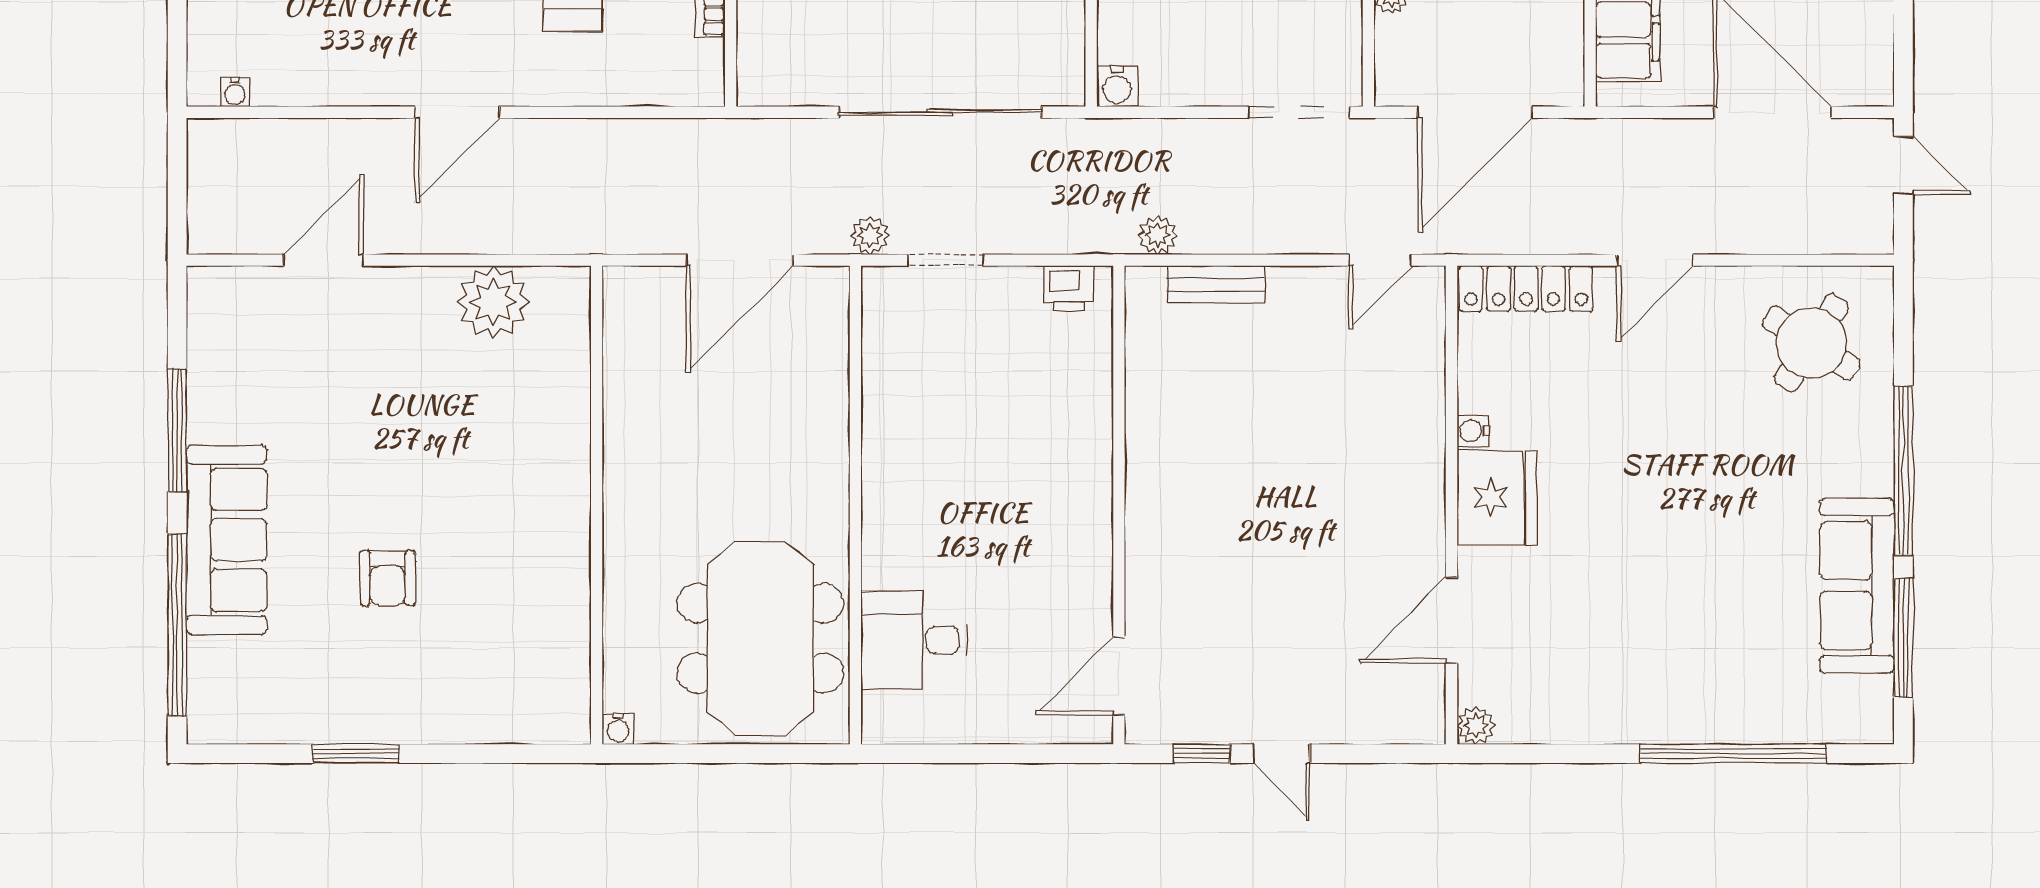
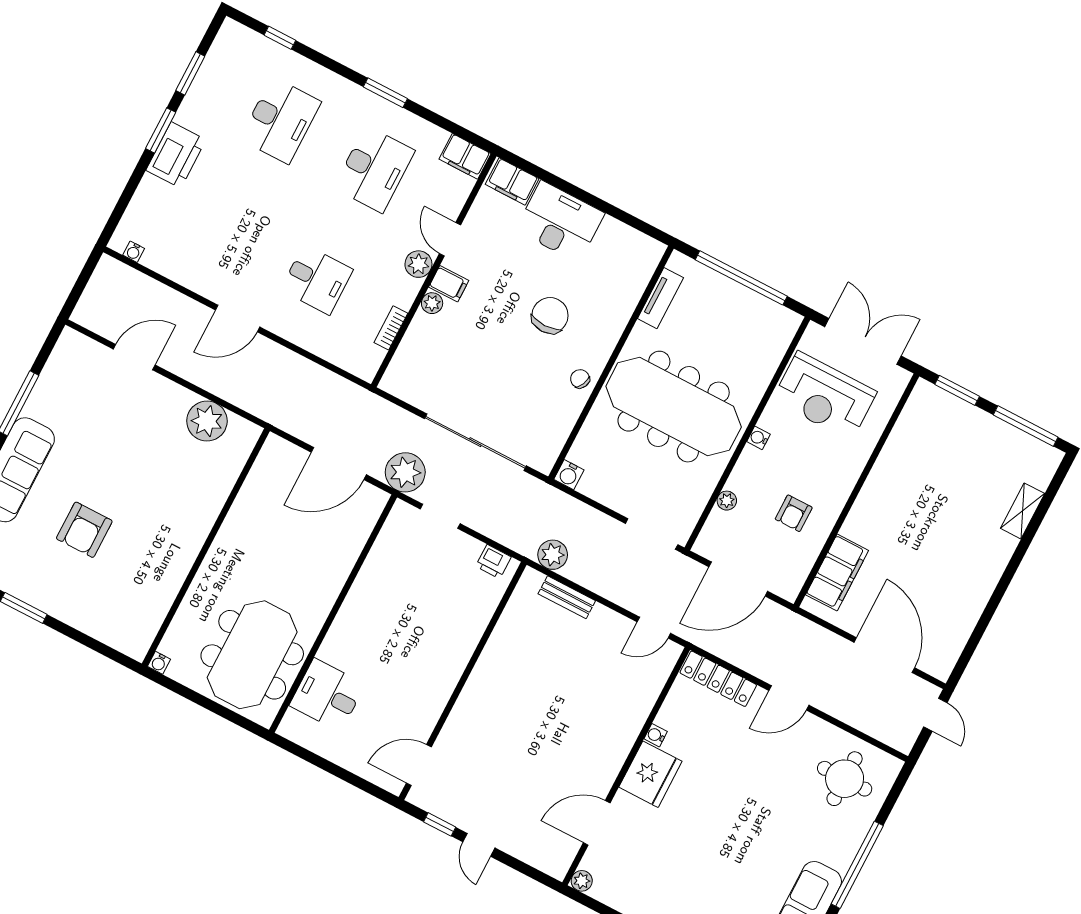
plant: (1158, 235) -> (553, 555), width x1.38, depth x1.38
plant: (870, 236) -> (405, 472), width x1.87, depth x1.87
round table: (1811, 343) -> (845, 779), turned -33
armchair: (388, 578) -> (84, 530), width x1.38, depth x1.38

